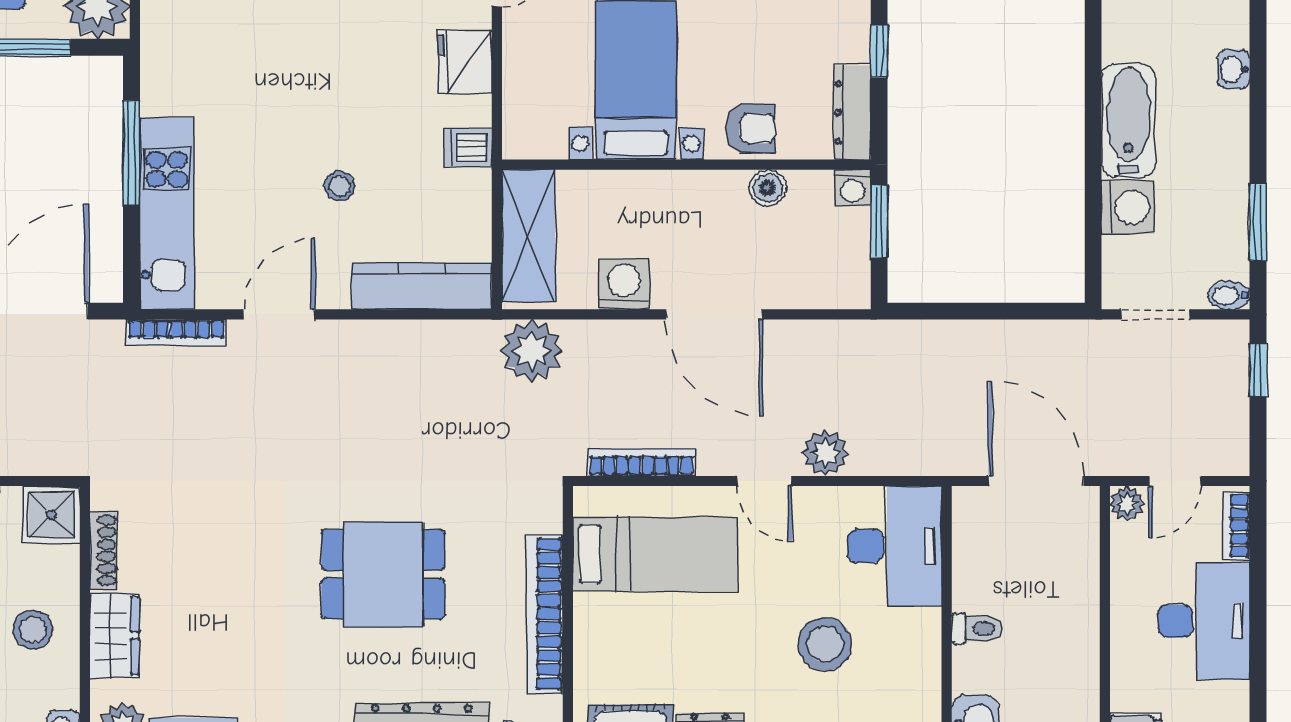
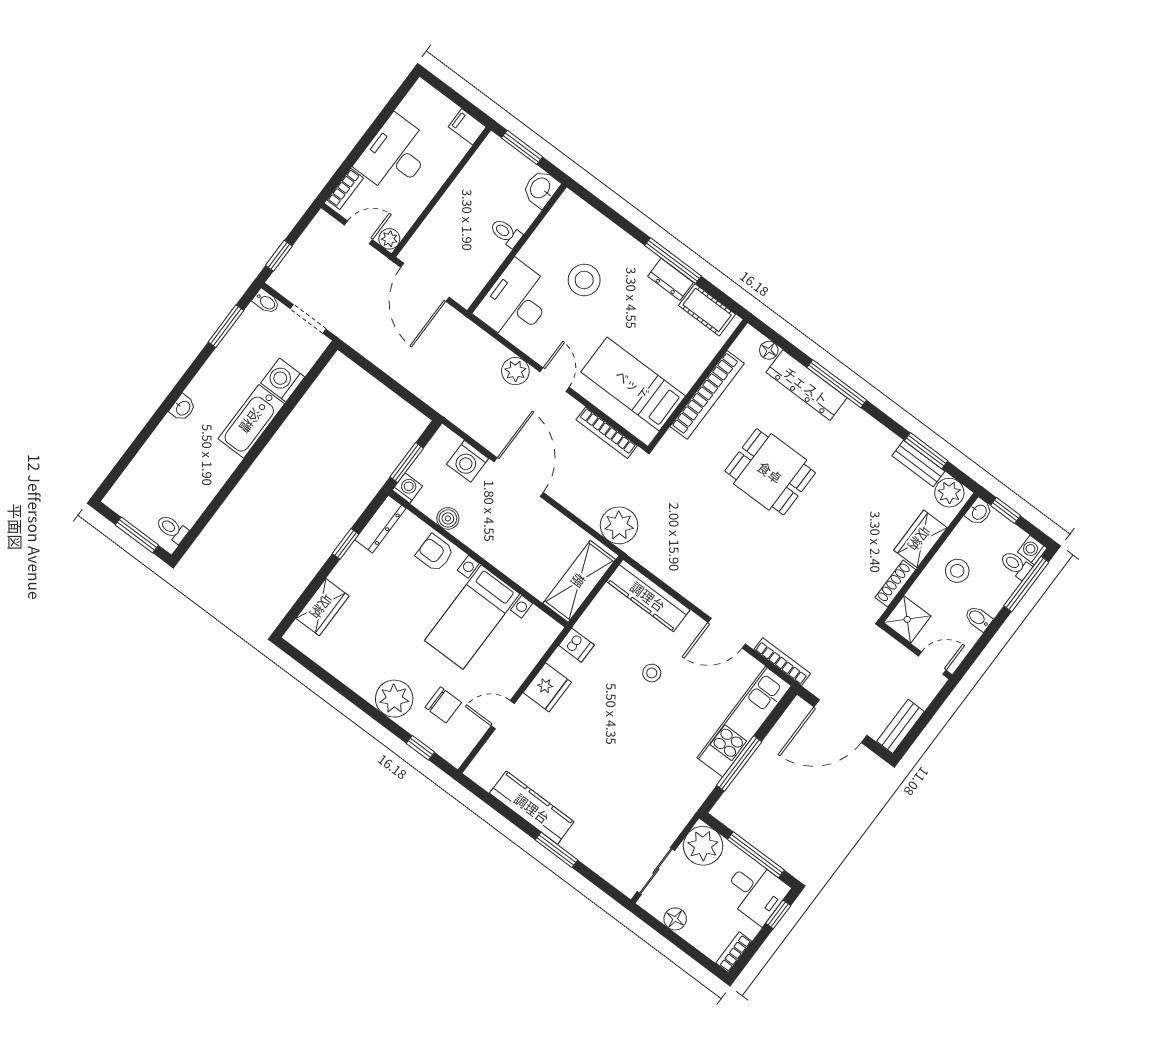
washing machine: (624, 284) -> (468, 461), moved

